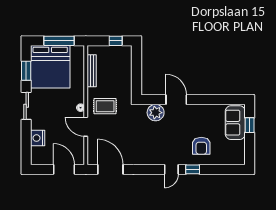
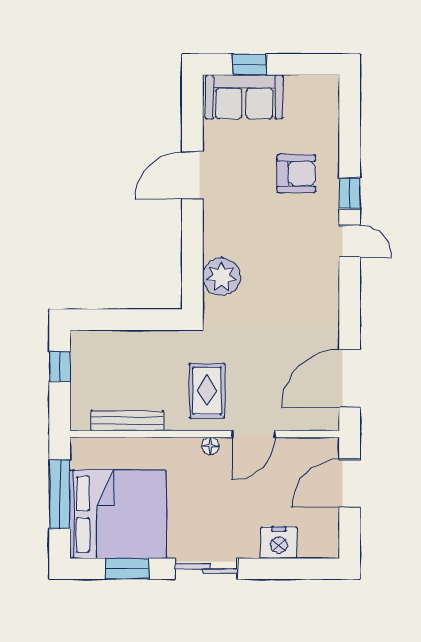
door: (176, 100) -> (192, 175), moved

